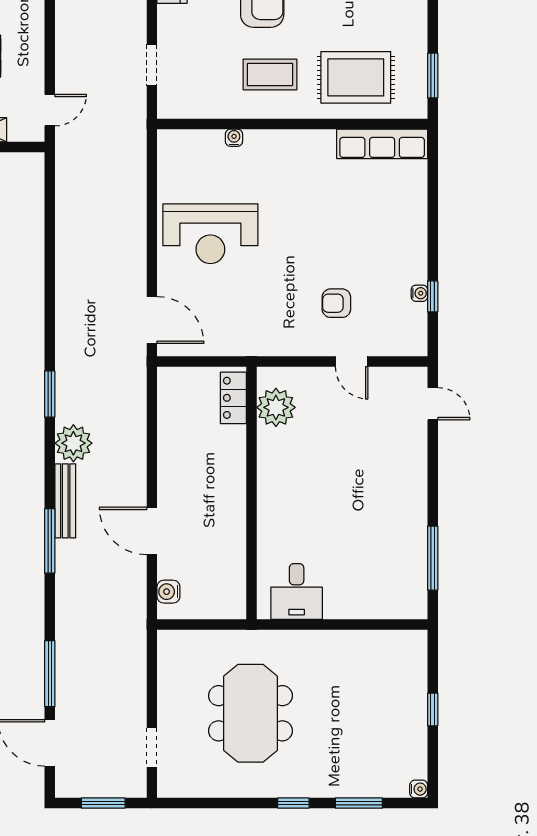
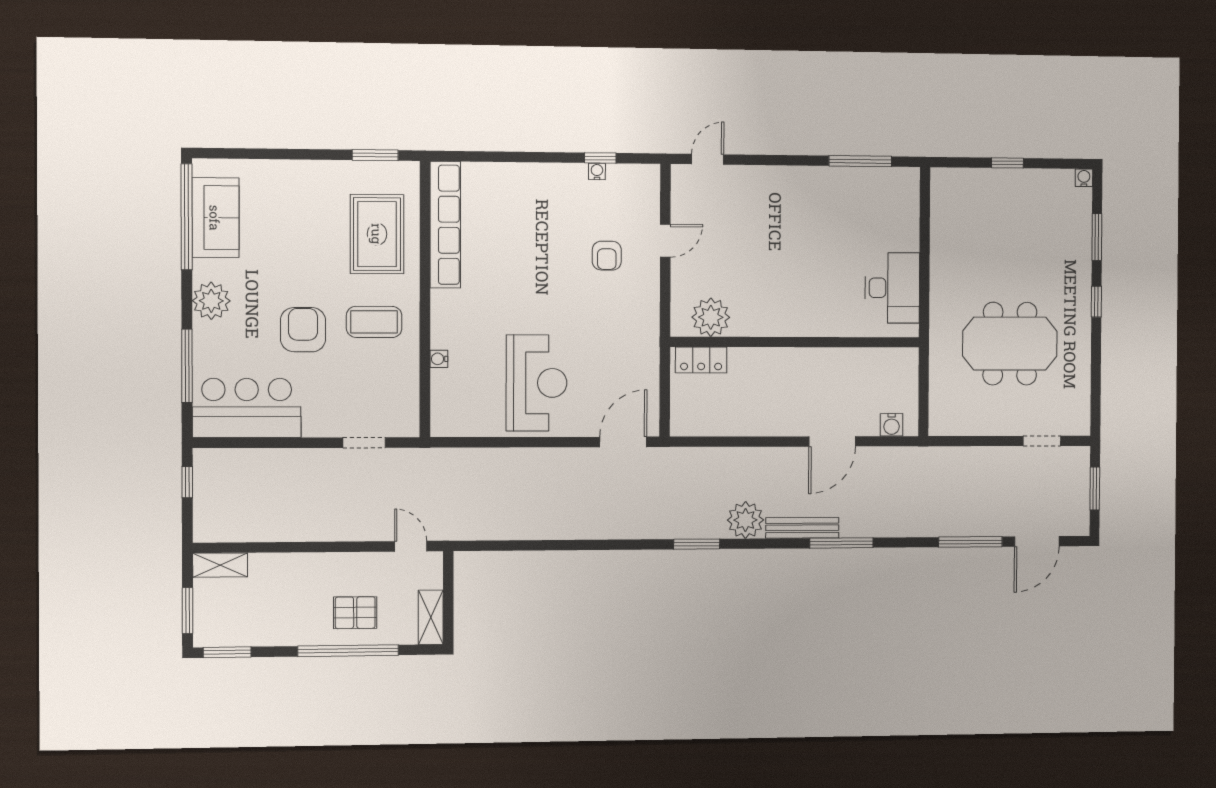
coffee table: (270, 75) -> (374, 322), turned 90
row of seats: (382, 144) -> (445, 225), width x1.36
desk: (297, 591) -> (892, 288), width x1.37

